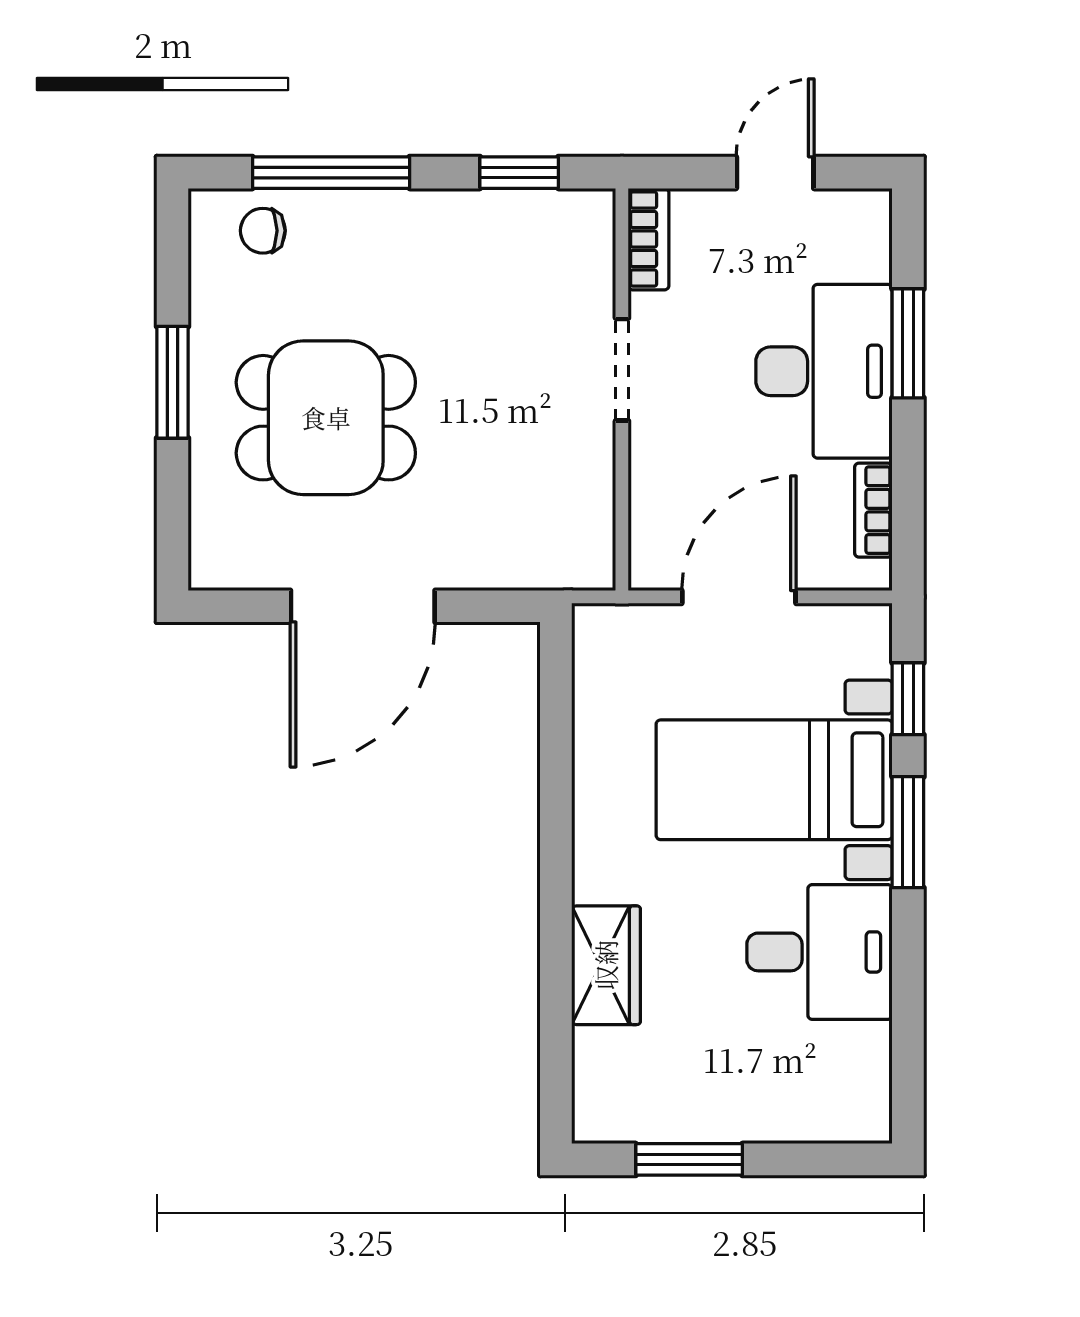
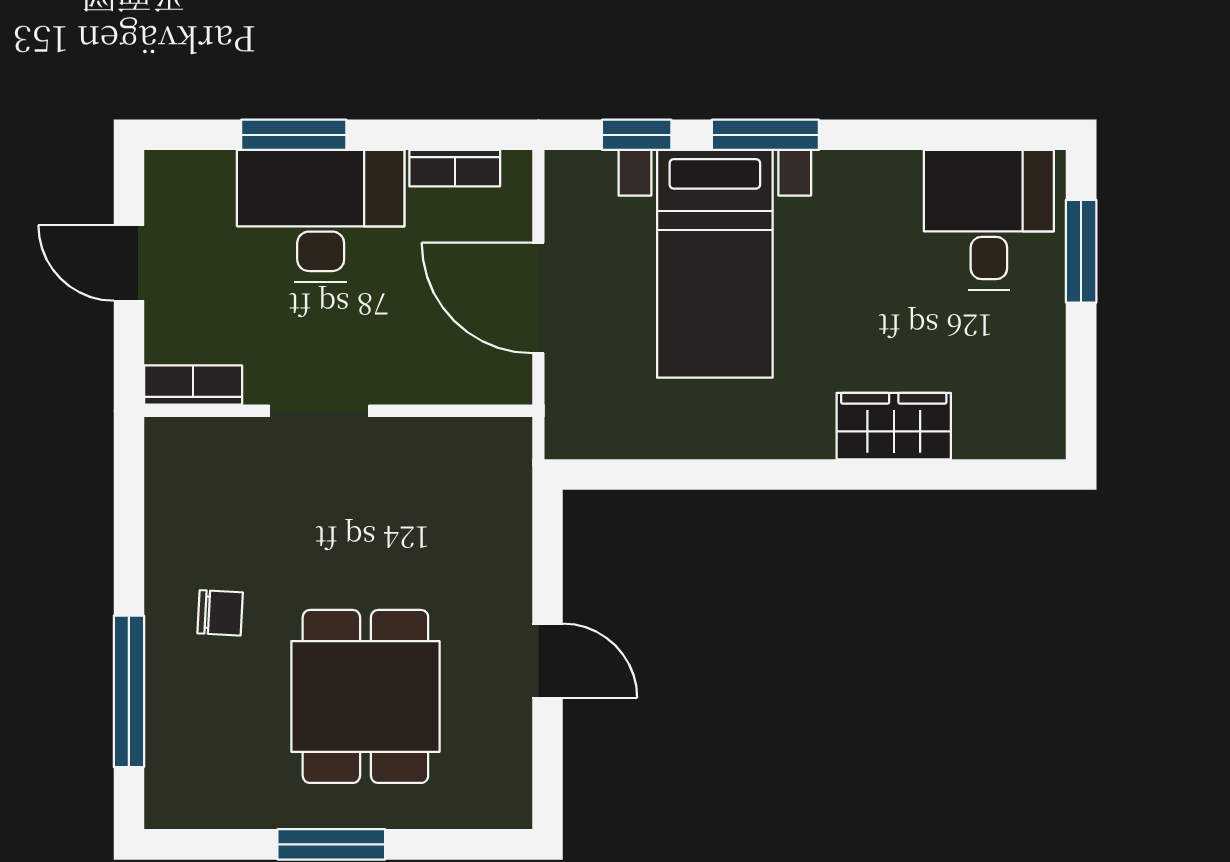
window: (519, 173) -> (129, 510), removed
chair: (263, 231) -> (220, 613), moved, turned -87
door: (363, 606) -> (547, 661), width x0.53
desk: (820, 952) -> (989, 220), moved
window: (689, 1159) -> (1081, 251), moved

